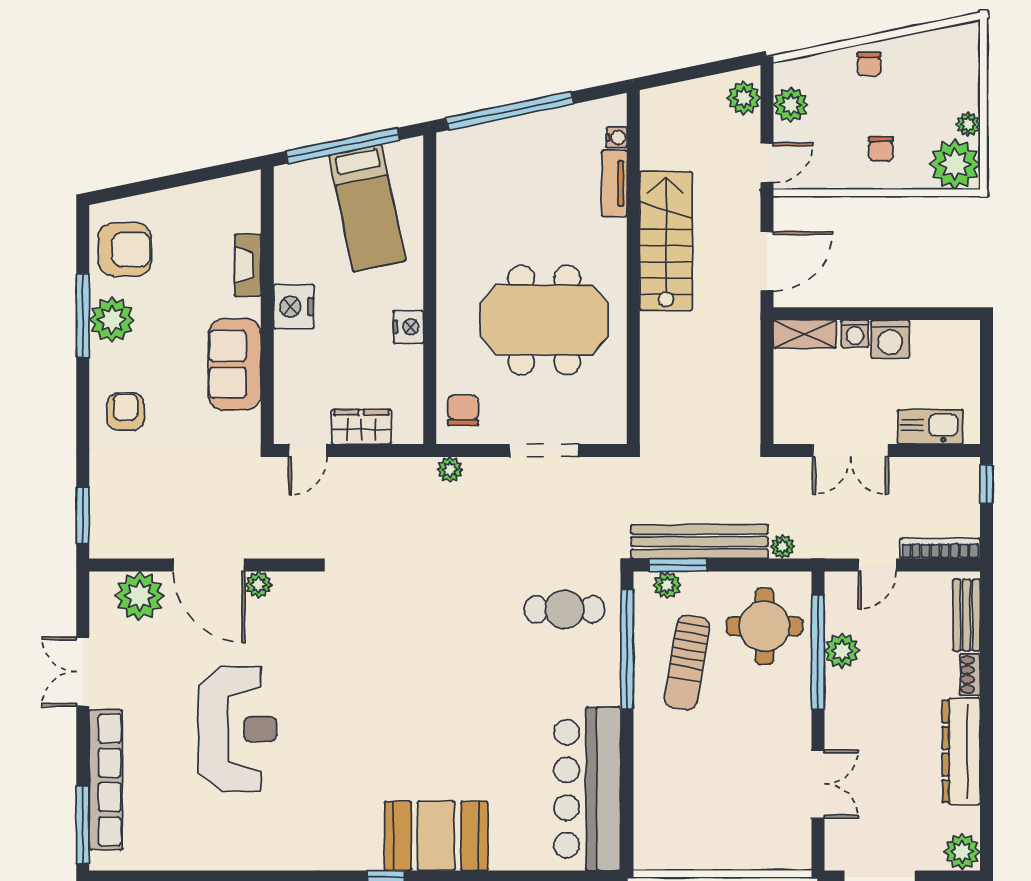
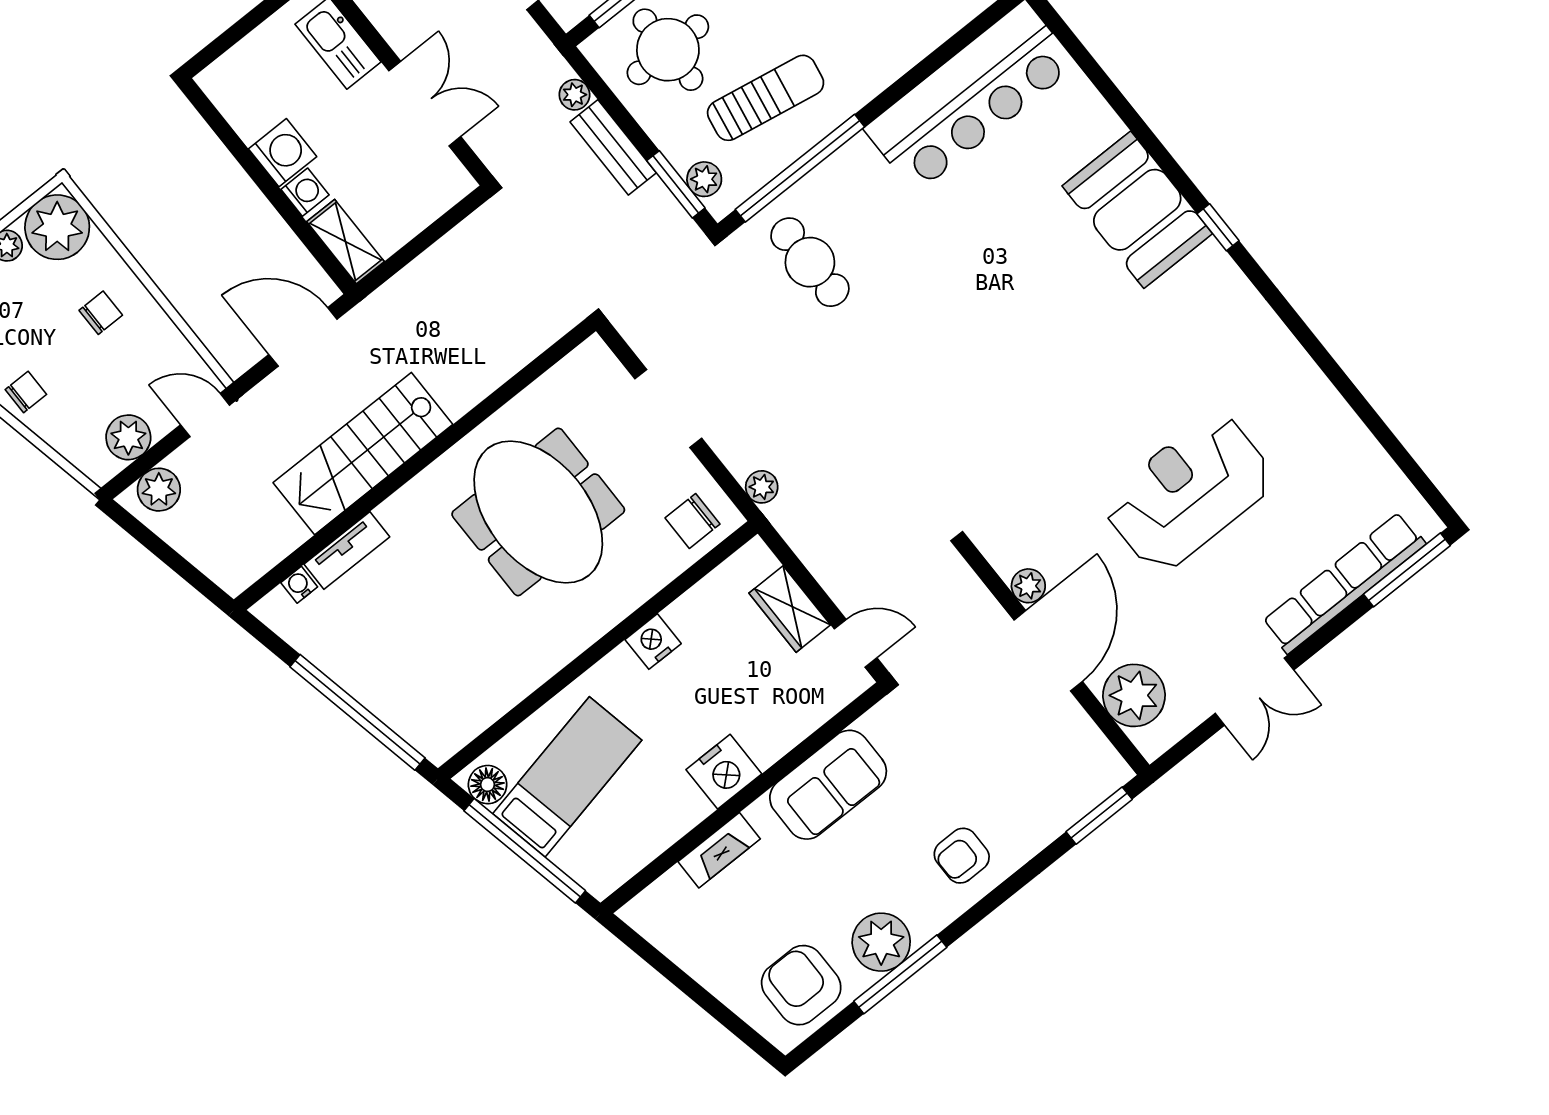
floor lamp: (402, 155) -> (488, 785), added
bench: (699, 542) -> (613, 147), width x0.54, depth x0.82

